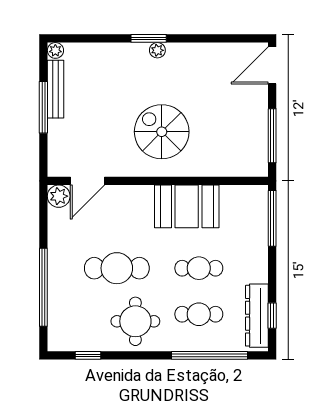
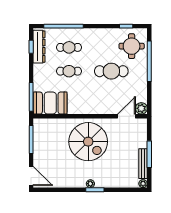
door: (272, 65) -> (31, 176), hinge flipped
spiral stairs: (162, 132) -> (88, 142), width x1.37, depth x1.37
booth: (187, 206) -> (50, 103), moved
round table: (135, 321) -> (132, 46), moved

